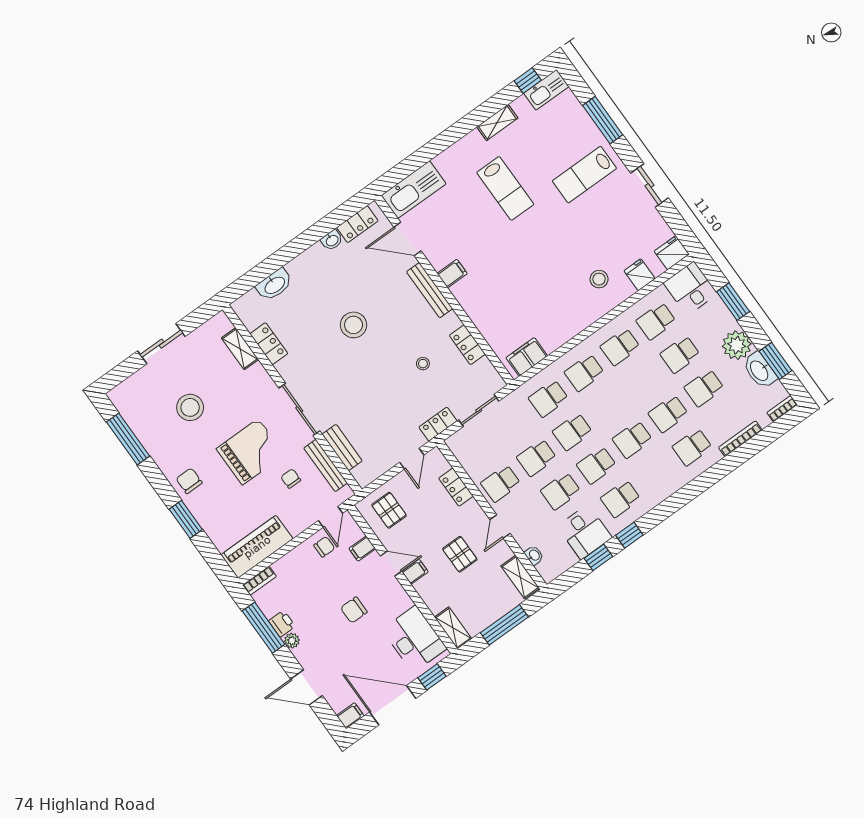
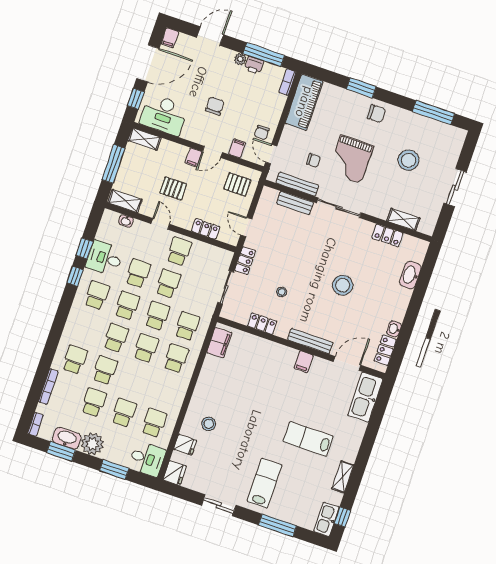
school desk: (620, 347) -> (146, 348), moved

